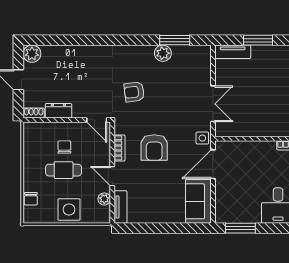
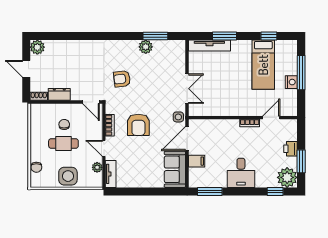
tv unit: (233, 52) -> (209, 46), width x1.41
filing cabinet: (224, 191) -> (197, 161), added

